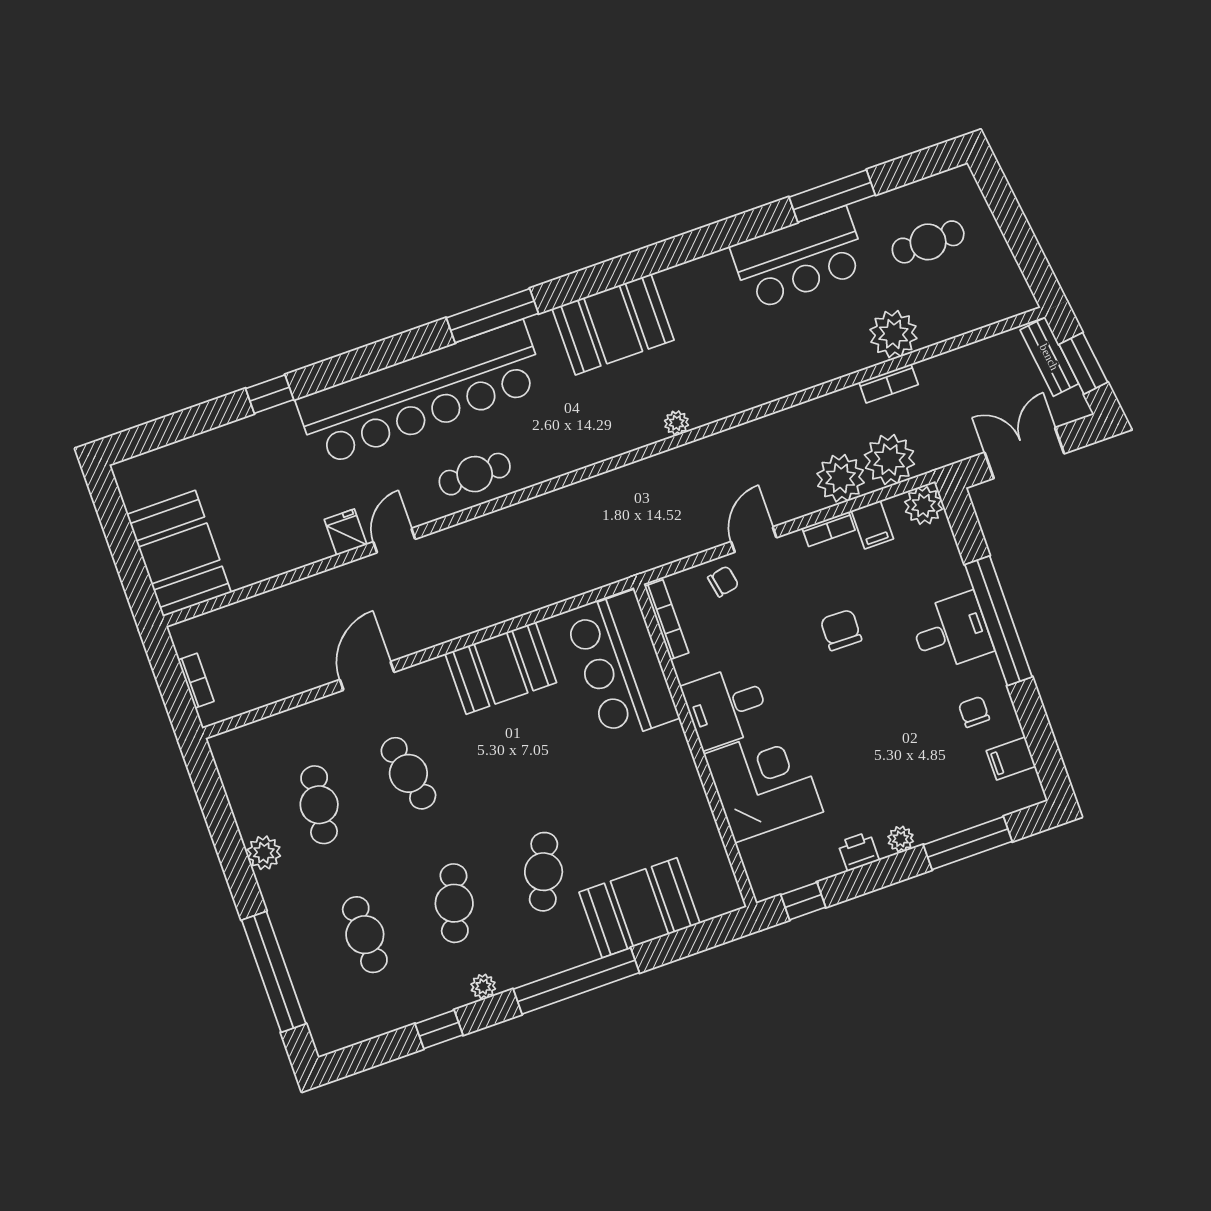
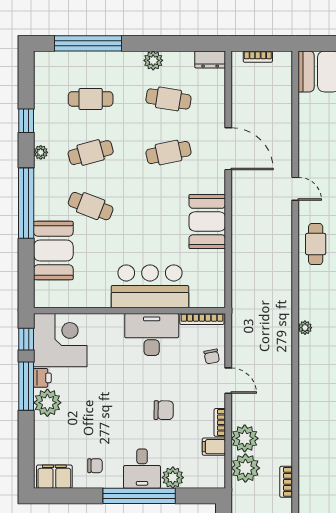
plant: (893, 334) -> (312, 494), removed
plant: (677, 423) -> (305, 328), moved
plant: (924, 505) -> (173, 478), moved
fridge: (346, 532) -> (309, 164), removed
bar counter: (622, 666) -> (150, 286), moved
door: (367, 676) -> (228, 149), width x1.36
desk: (726, 707) -> (152, 334), width x1.37
filing cabinet: (1011, 758) -> (54, 477), width x2.00
dresser: (229, 759) -> (210, 59), added
corner desk: (764, 783) -> (60, 340), moved, turned -90
plant: (901, 839) -> (47, 403), width x1.87, depth x1.87
window: (968, 843) -> (26, 386), moved
cafe table: (454, 903) -> (91, 153), turned -33

